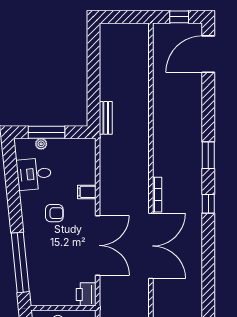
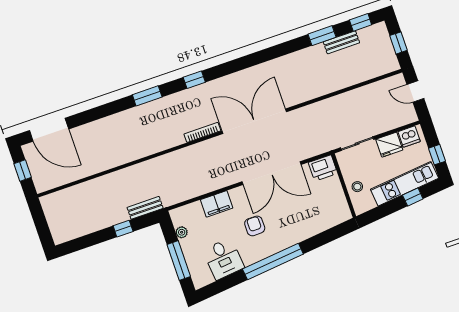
window: (94, 91) -> (123, 229), added
plant: (41, 144) -> (182, 232), moved
filing cabinet: (87, 192) -> (217, 204), width x2.00
double door: (98, 245) -> (272, 173), swing flipped
window: (20, 262) -> (273, 261), moved

